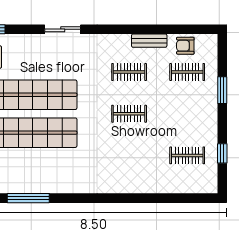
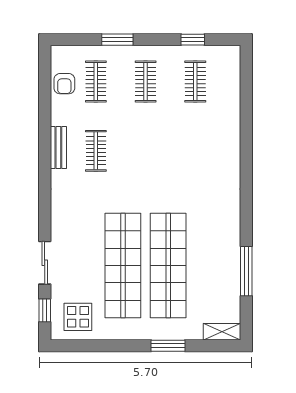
sliding door: (63, 29) -> (45, 263), moved
bench: (149, 41) -> (58, 148), moved
clothes rail: (129, 114) -> (146, 82), moved

